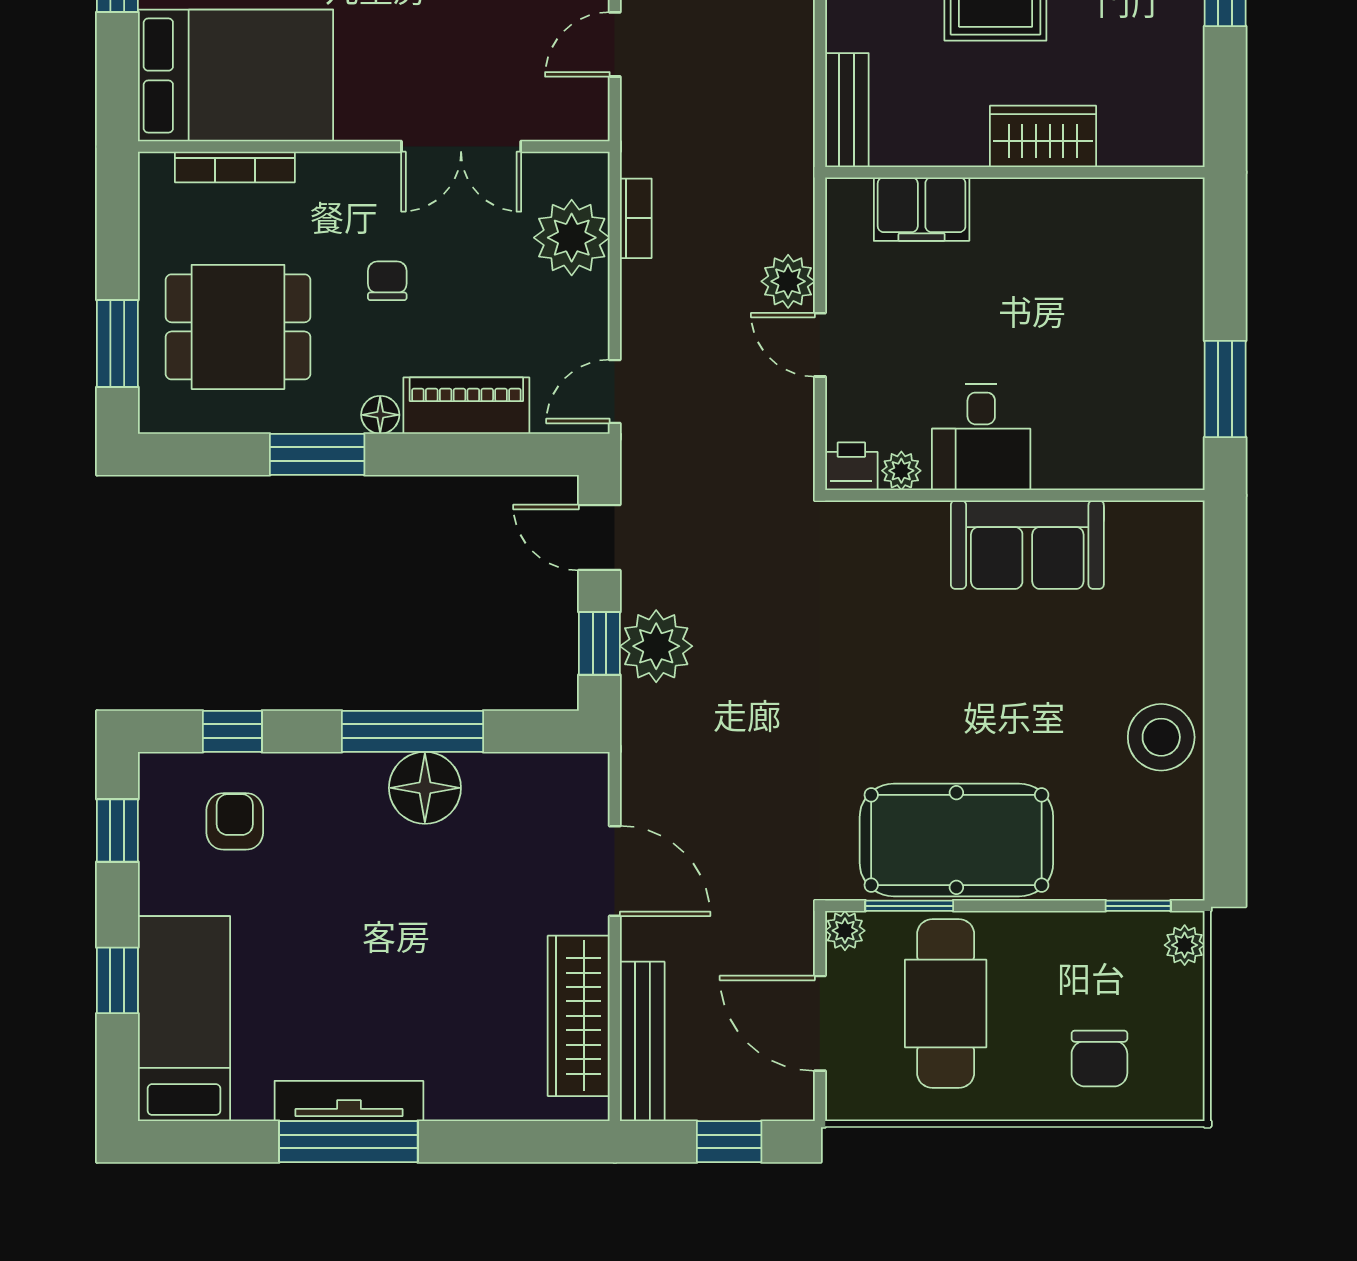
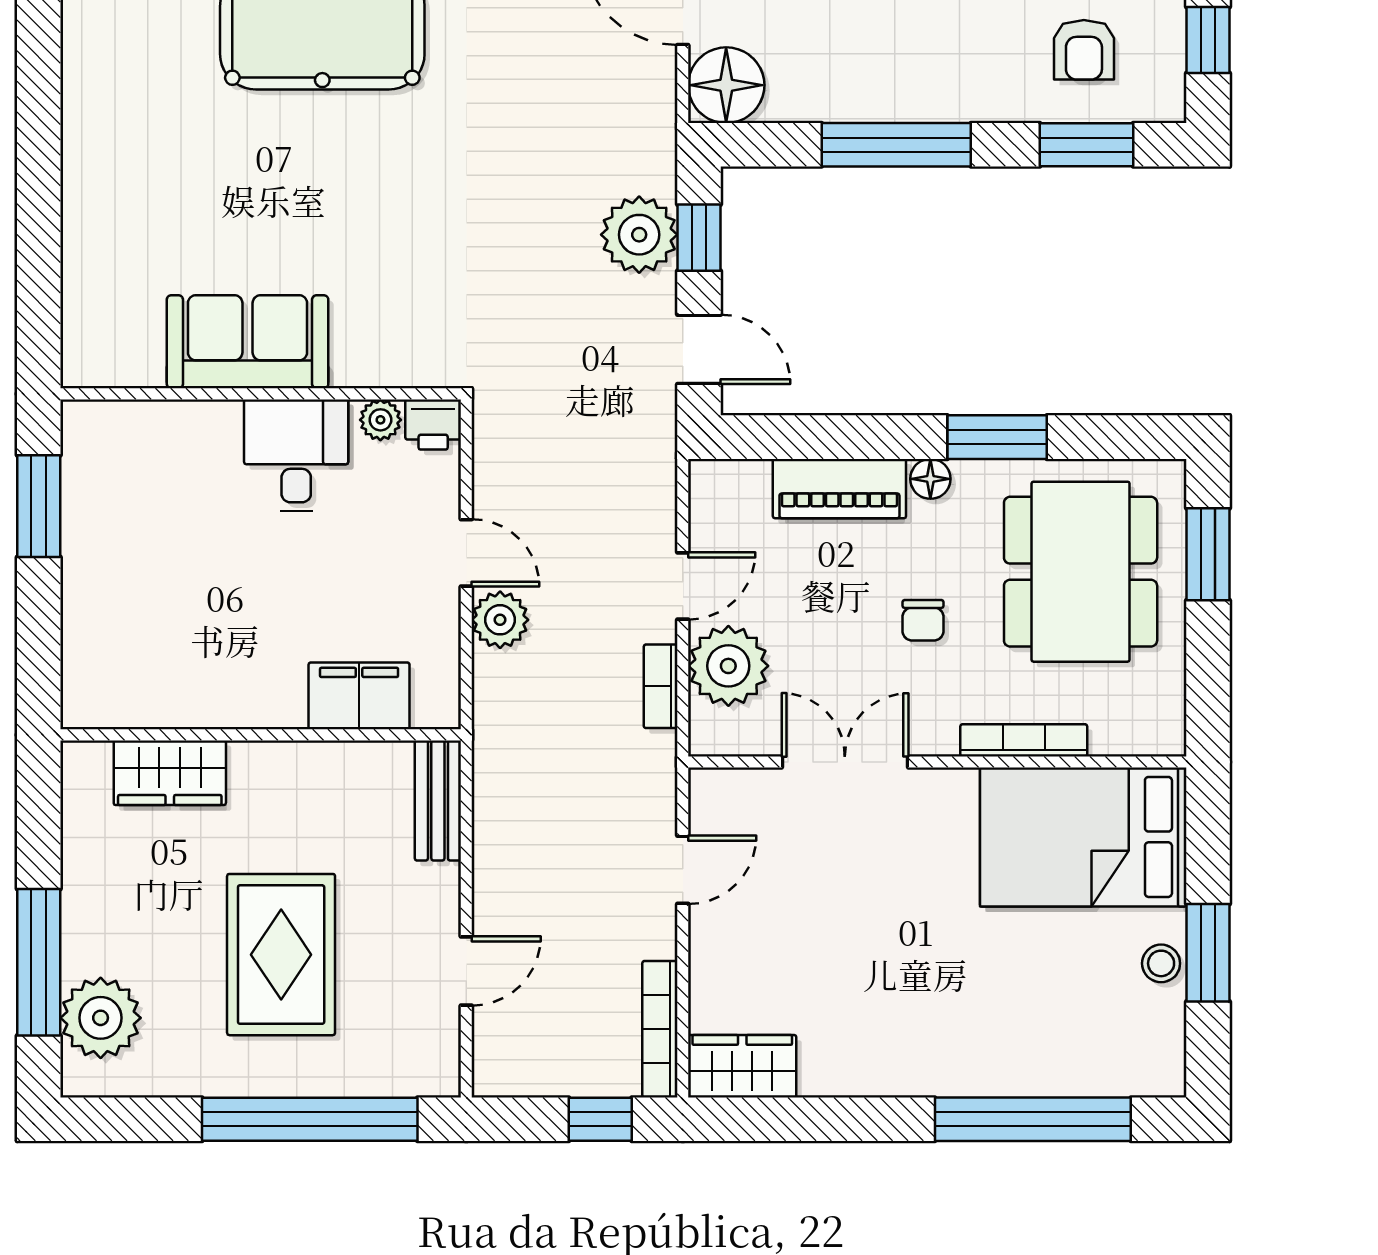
wardrobe: (1043, 136) -> (170, 773), moved
bookcase: (235, 167) -> (1024, 740), moved
dining table: (238, 327) -> (1081, 572), width x1.38
door: (615, 391) -> (683, 586), moved
window: (232, 731) -> (1086, 145), width x1.50
stool: (1161, 737) -> (106, 139), removed
floor lamp: (425, 788) -> (726, 85), moved

